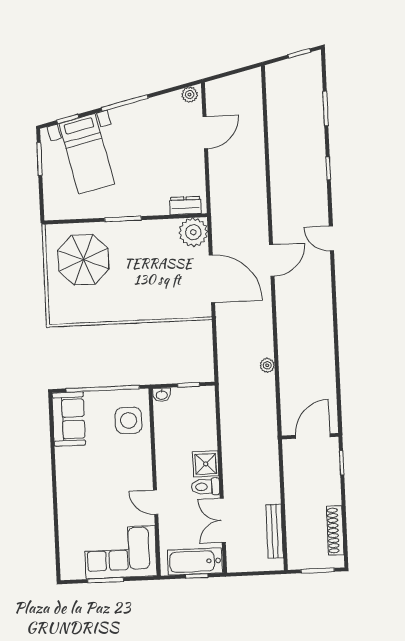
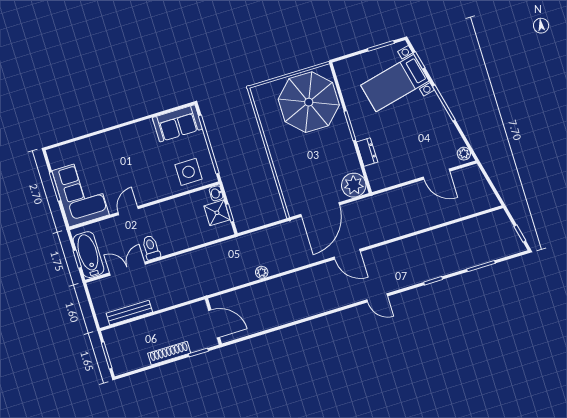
dresser: (185, 206) -> (367, 152), moved
door: (331, 239) -> (377, 298), swing flipped
parasol: (83, 260) -> (309, 102), width x1.36, depth x1.36
shower: (206, 464) -> (217, 213), moved
shoe rack: (335, 530) -> (169, 353), moved

